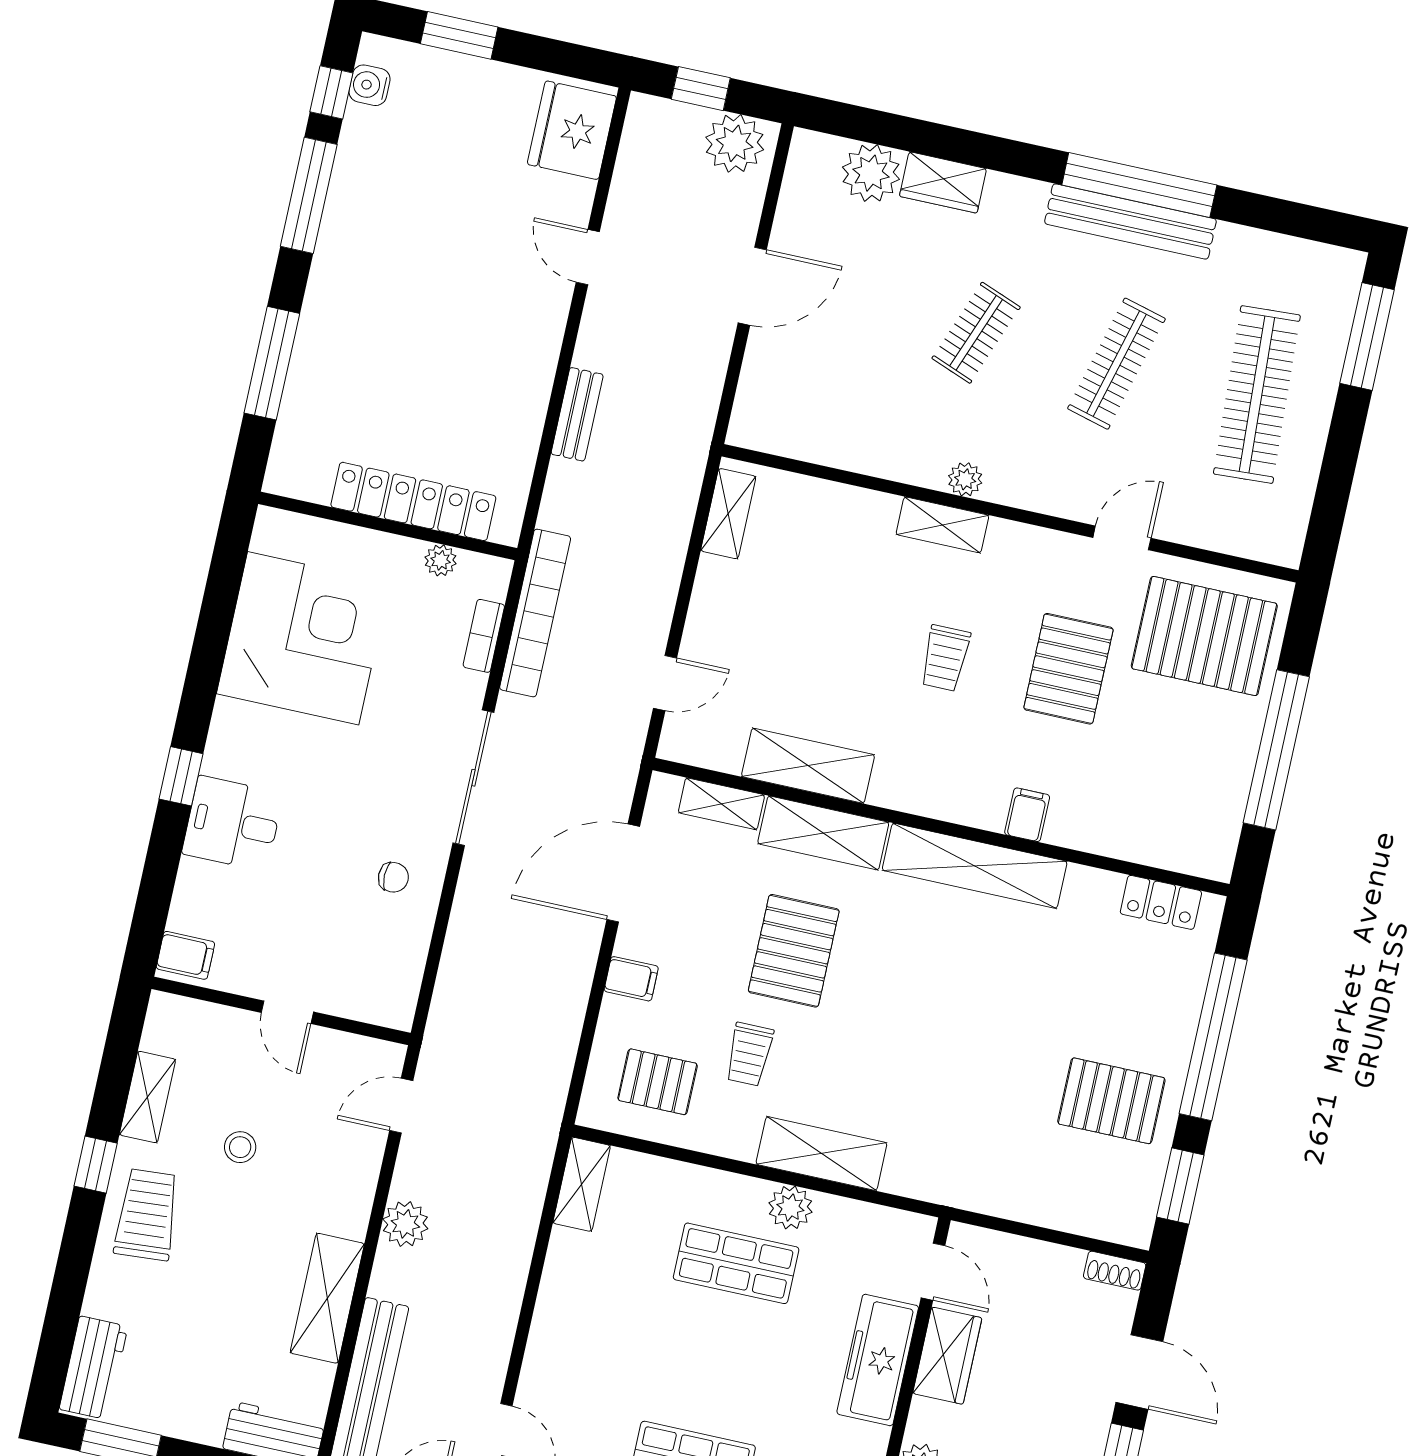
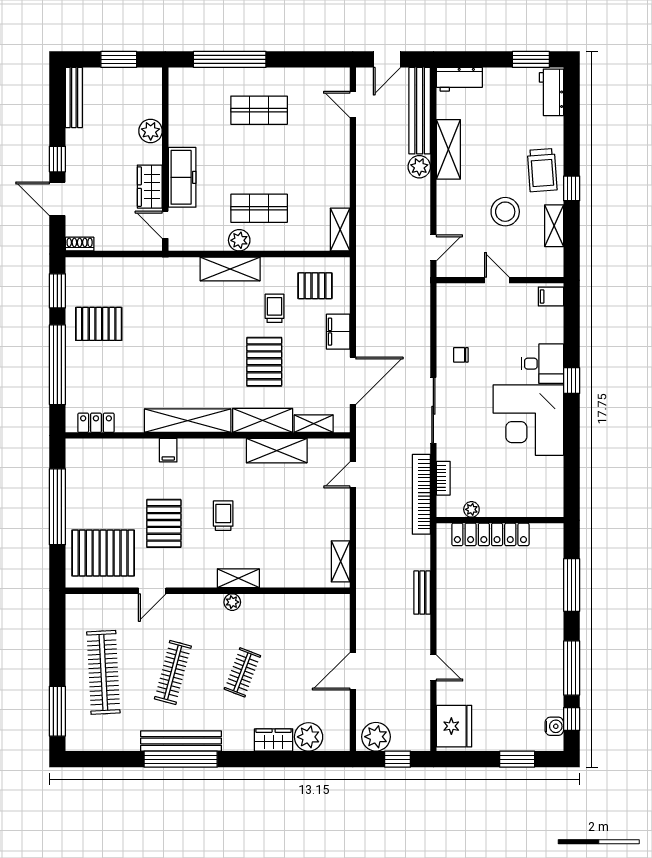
corner desk: (303, 638) -> (528, 420), moved
filing cabinet: (631, 979) -> (338, 332), width x2.00
stool: (240, 1147) -> (505, 212), width x1.89, depth x1.89
plant: (405, 1224) -> (419, 167), moved

